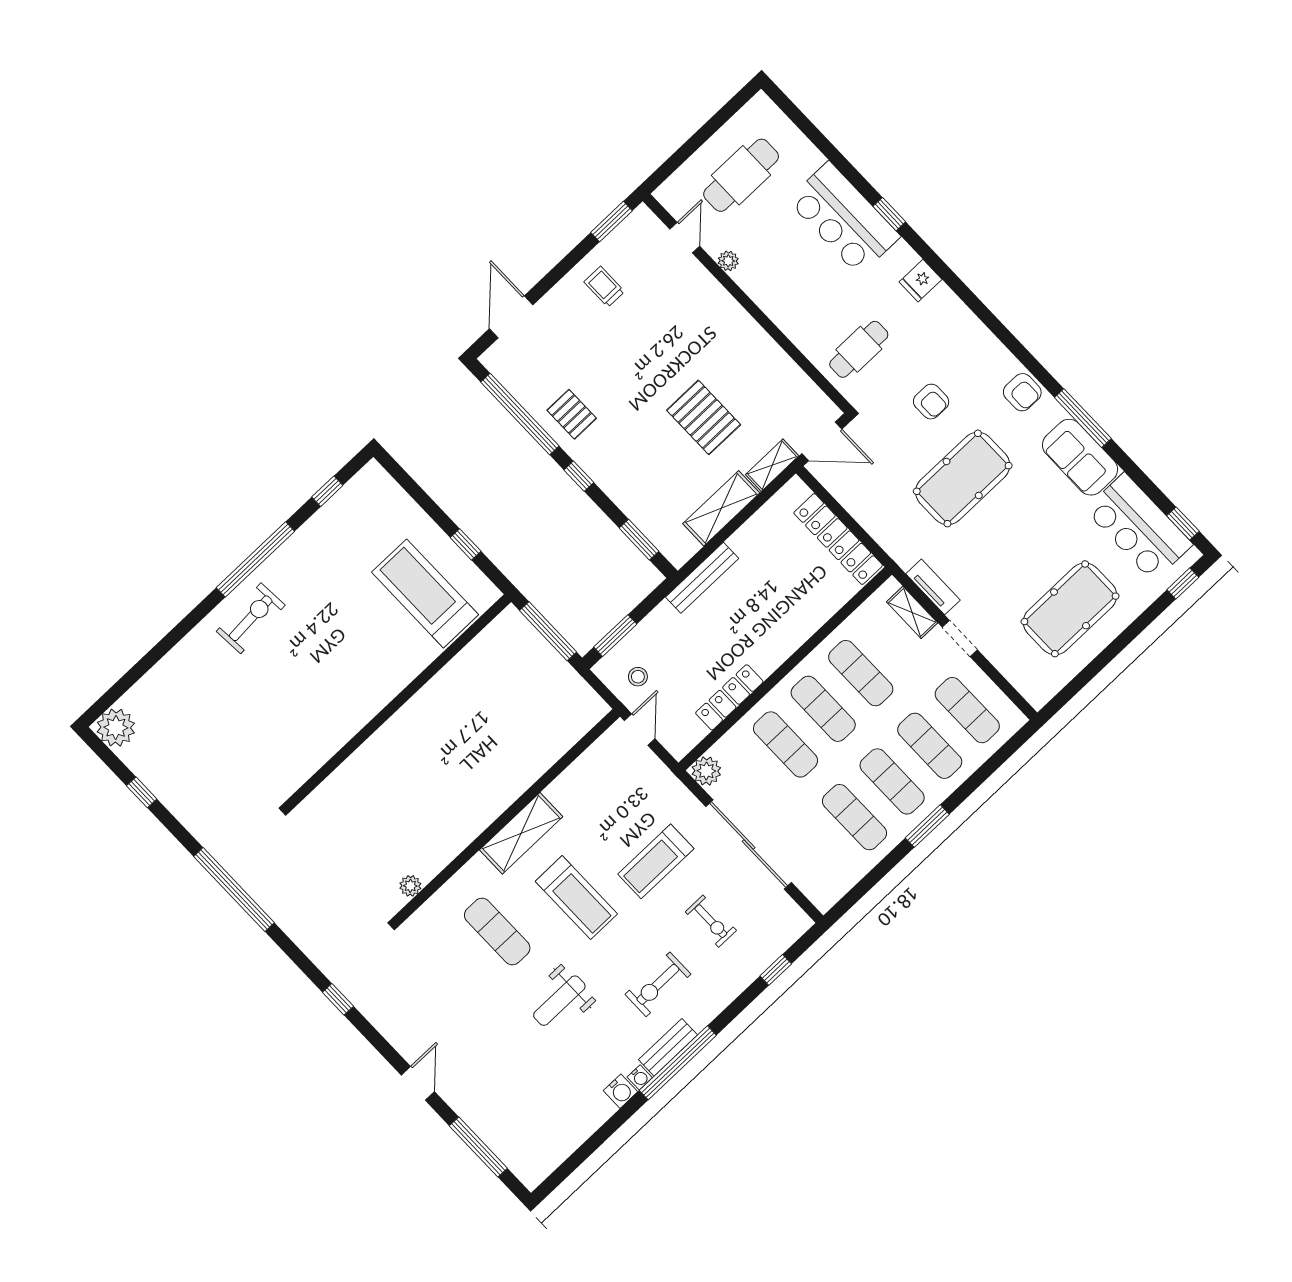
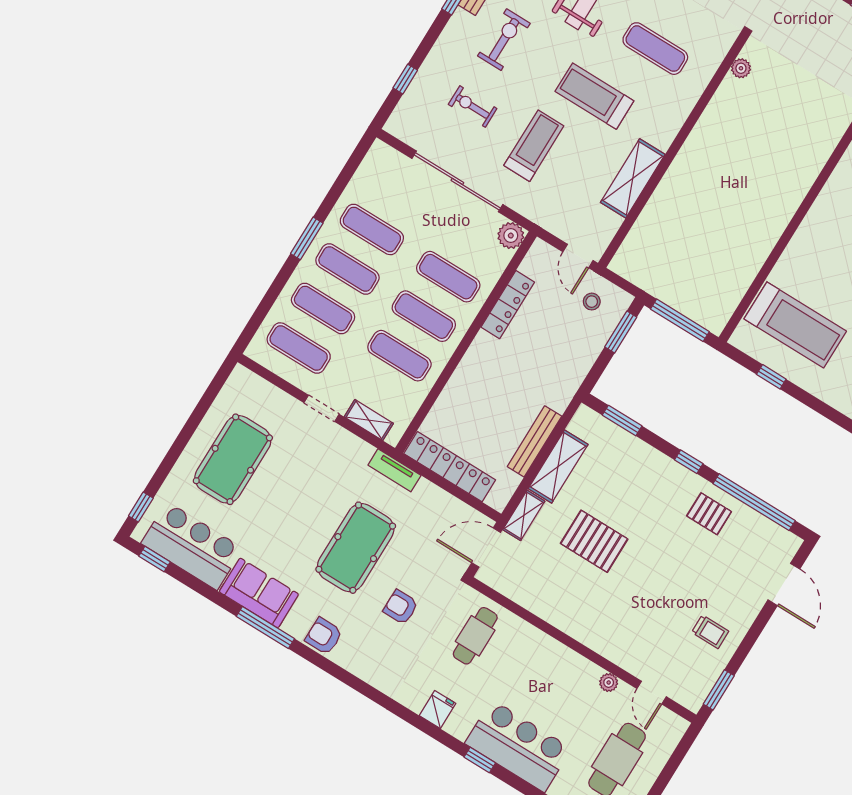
bench: (702, 578) -> (534, 441), moved
tv unit: (933, 587) -> (394, 470), moved
shelving: (521, 833) -> (633, 178), moved

